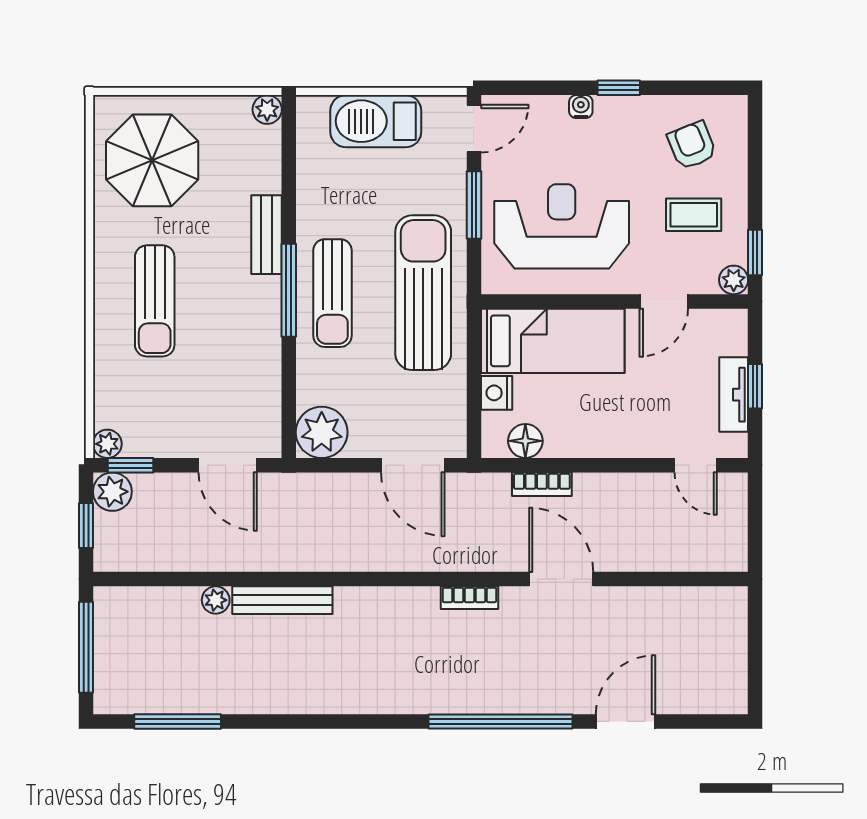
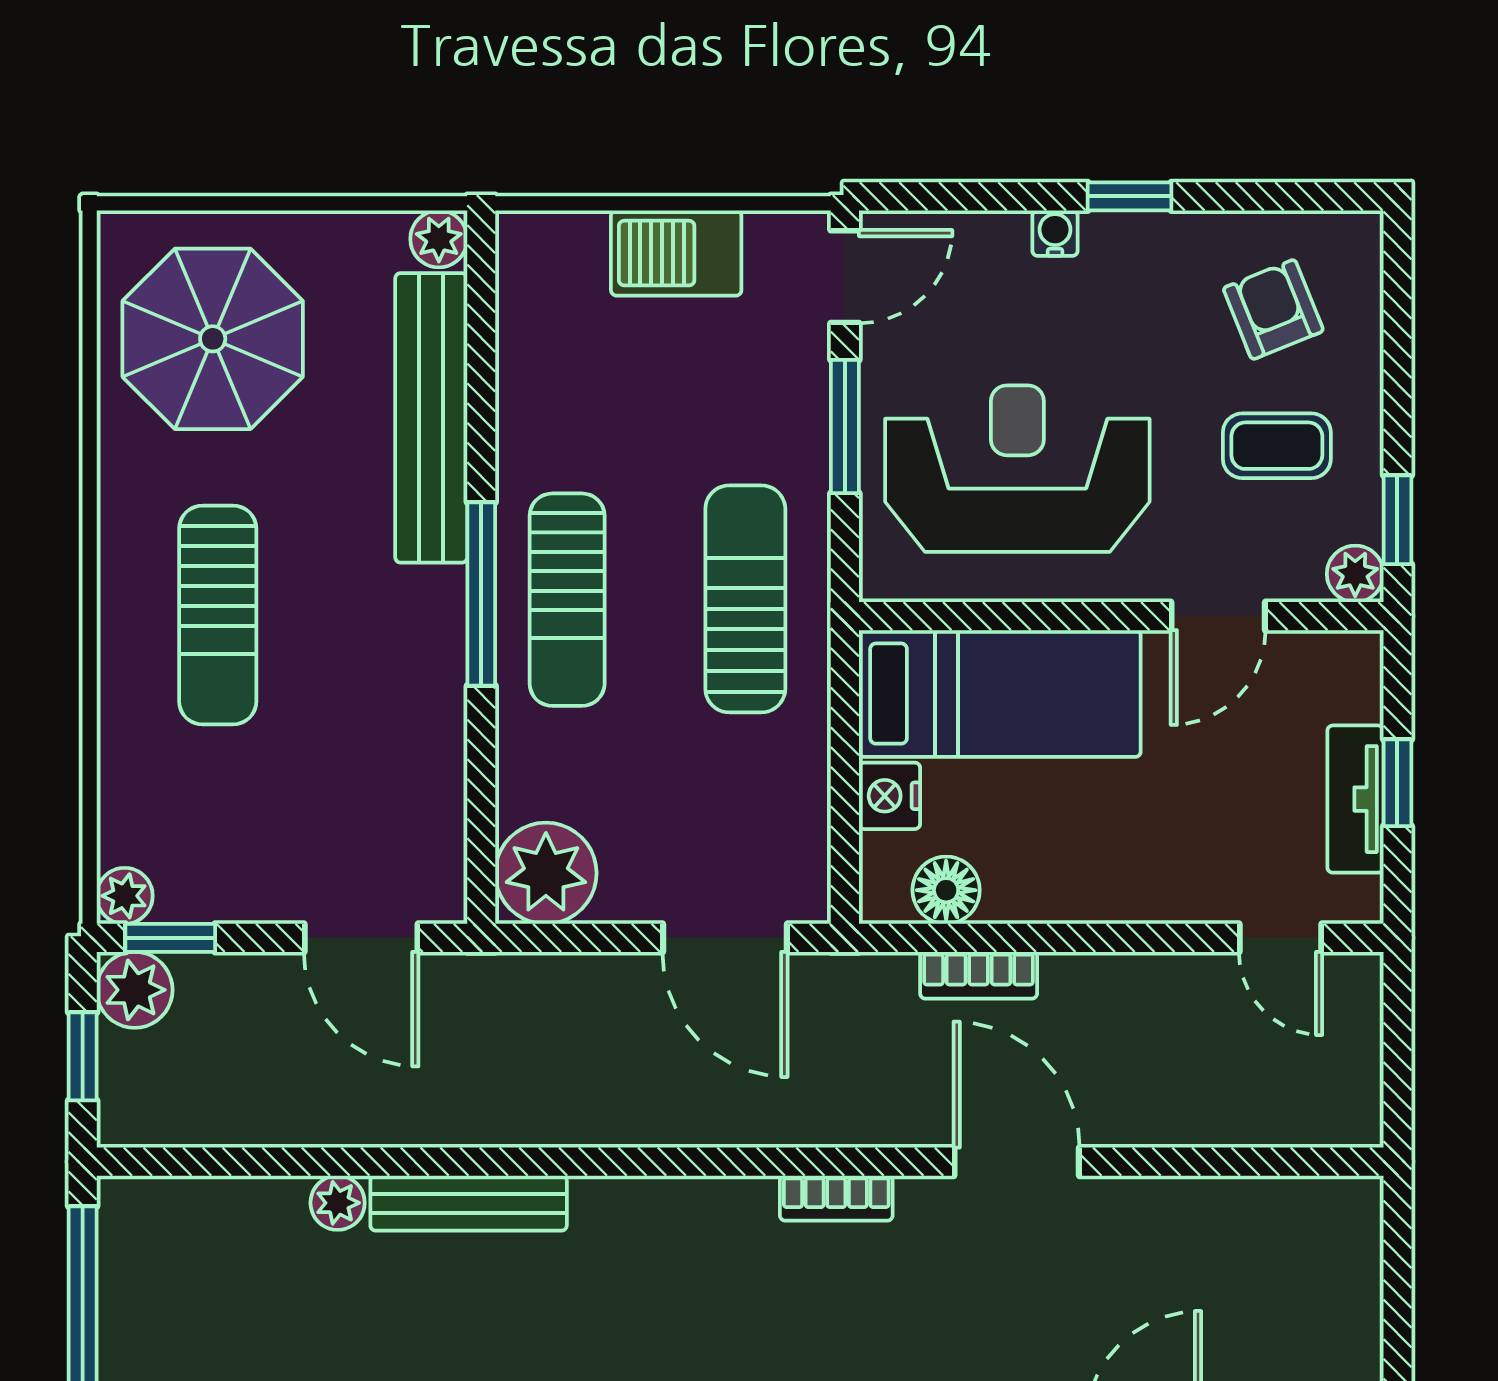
barbecue: (376, 121) -> (676, 253), width x0.73, depth x0.83
bench: (267, 235) -> (431, 418), width x1.86, depth x1.21
sun lounger: (423, 293) -> (745, 599), width x0.73, depth x0.75

